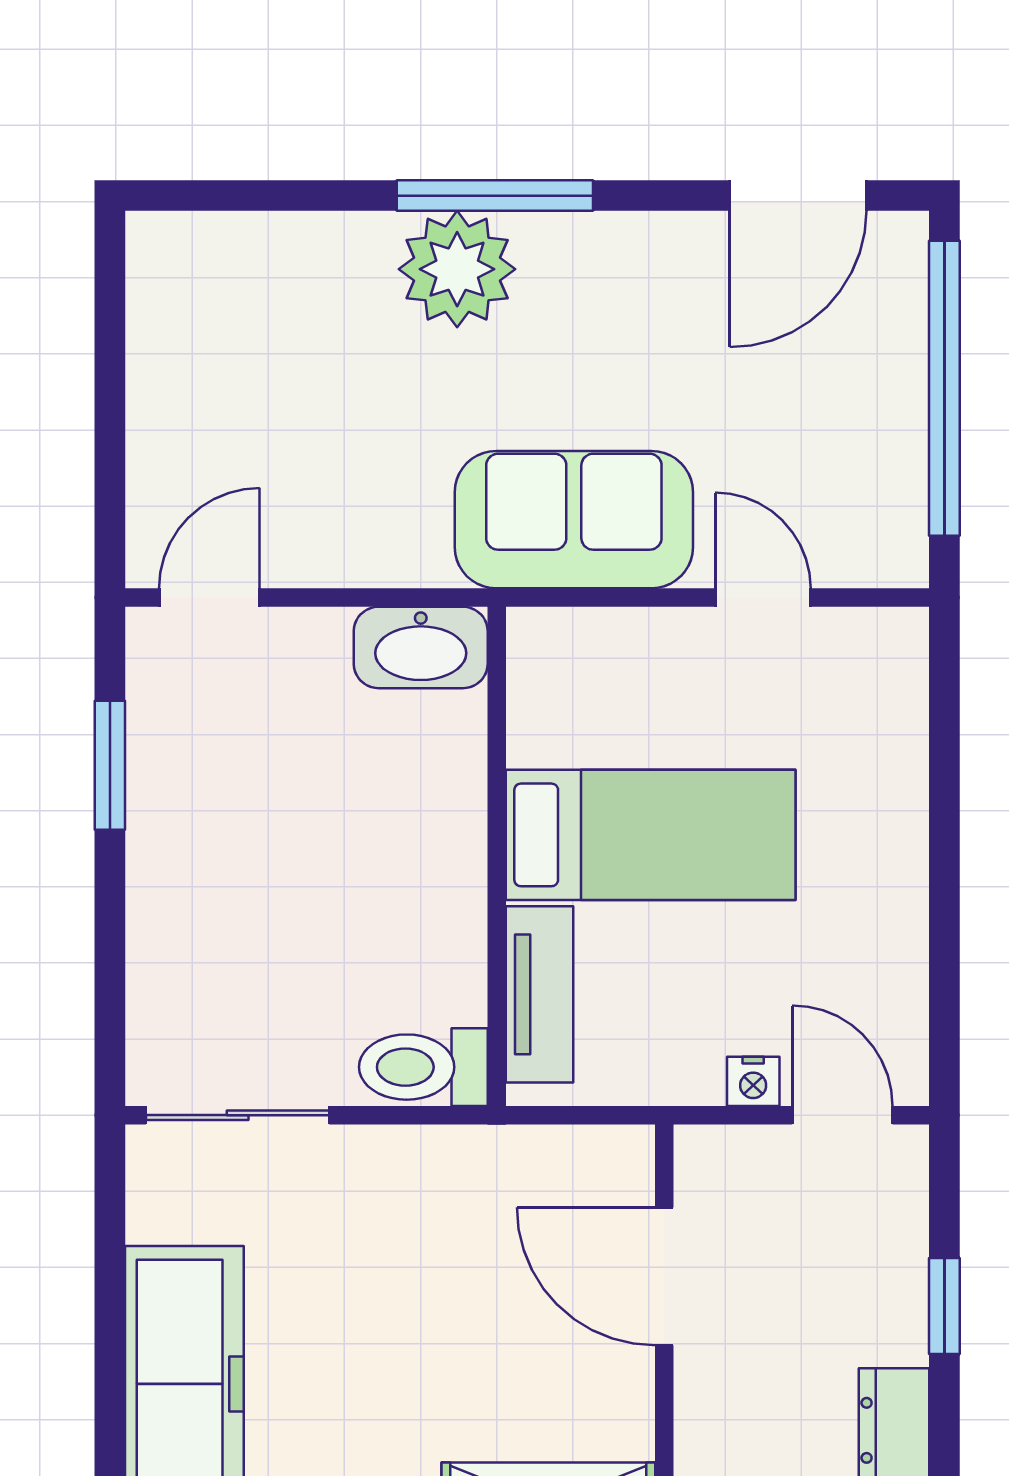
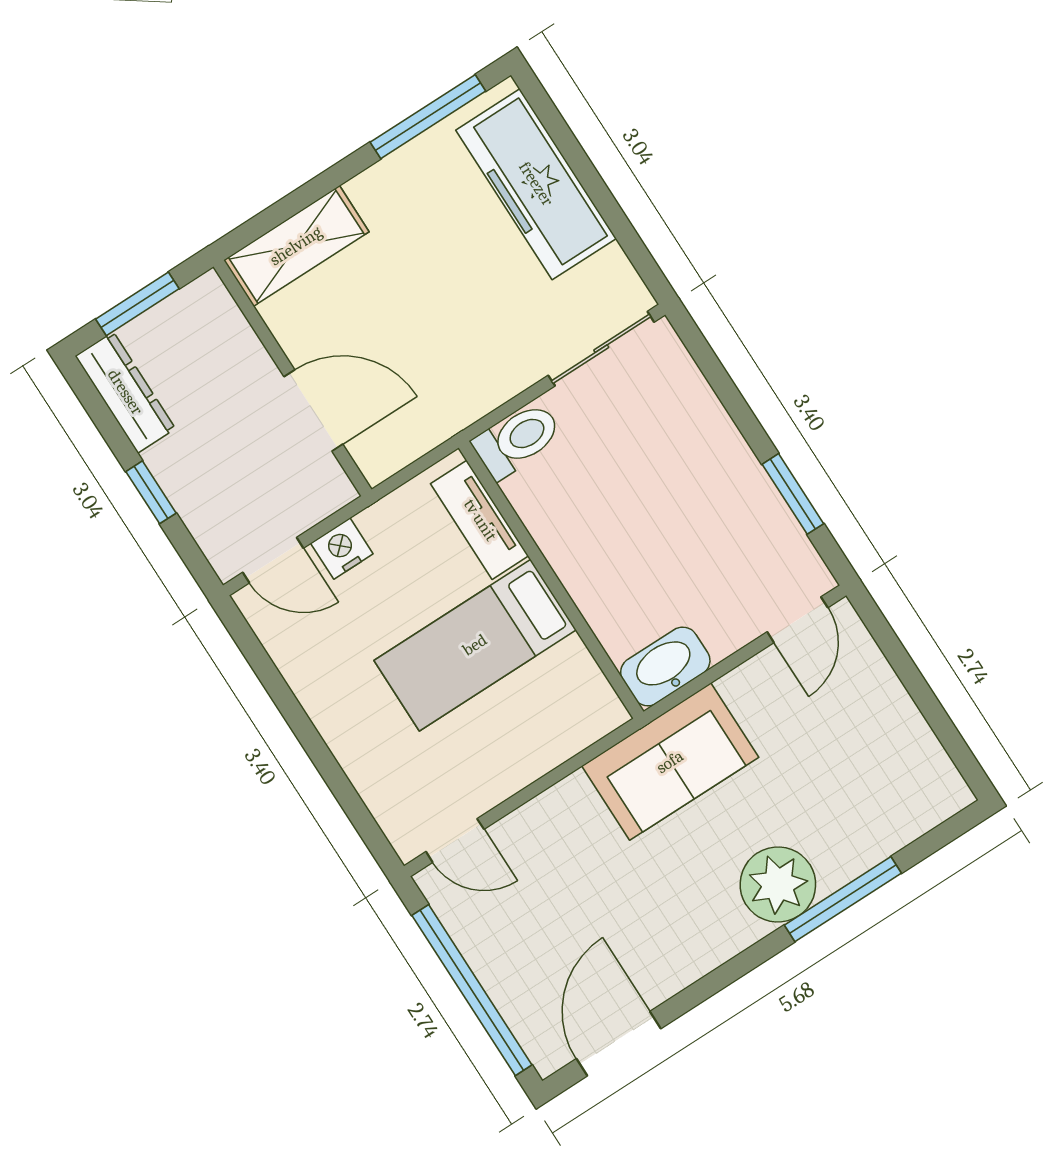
window: (495, 196) -> (843, 899), moved
sofa: (574, 520) -> (670, 762), moved
door: (763, 598) -> (455, 840), moved
nightstand: (753, 1081) -> (342, 548), width x1.39, depth x1.35

